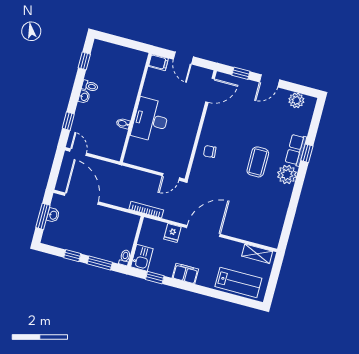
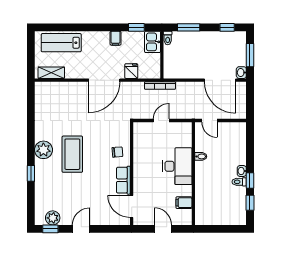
filing cabinet: (158, 62) -> (184, 203), moved
window: (241, 73) -> (50, 229), moved
door: (210, 90) -> (132, 206), hinge flipped
window: (68, 121) -> (250, 181), moved
row of seats: (296, 150) -> (123, 180), moved, turned 180
door: (78, 152) -> (209, 120), moved
coffee table: (258, 162) -> (72, 154), width x1.36, depth x1.32
door: (171, 177) -> (161, 120), moved
washbasin: (53, 215) -> (241, 73), moved
window: (72, 256) -> (227, 27), moved
filing cabinet: (185, 273) -> (116, 38), width x0.50

